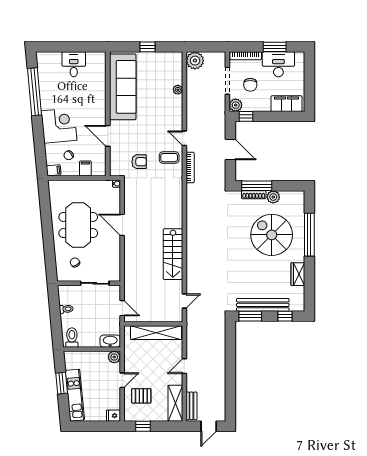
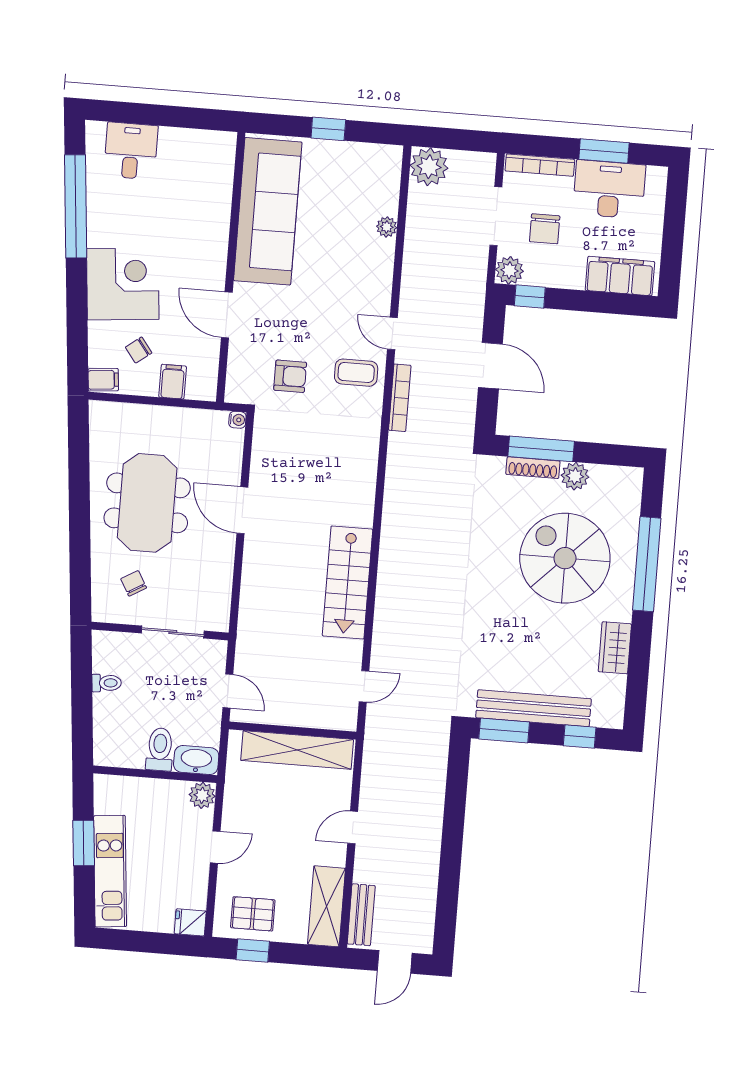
desk: (74, 64) -> (131, 151), moved
toilet: (72, 337) -> (160, 749), moved
pallet: (141, 396) -> (253, 914), moved

